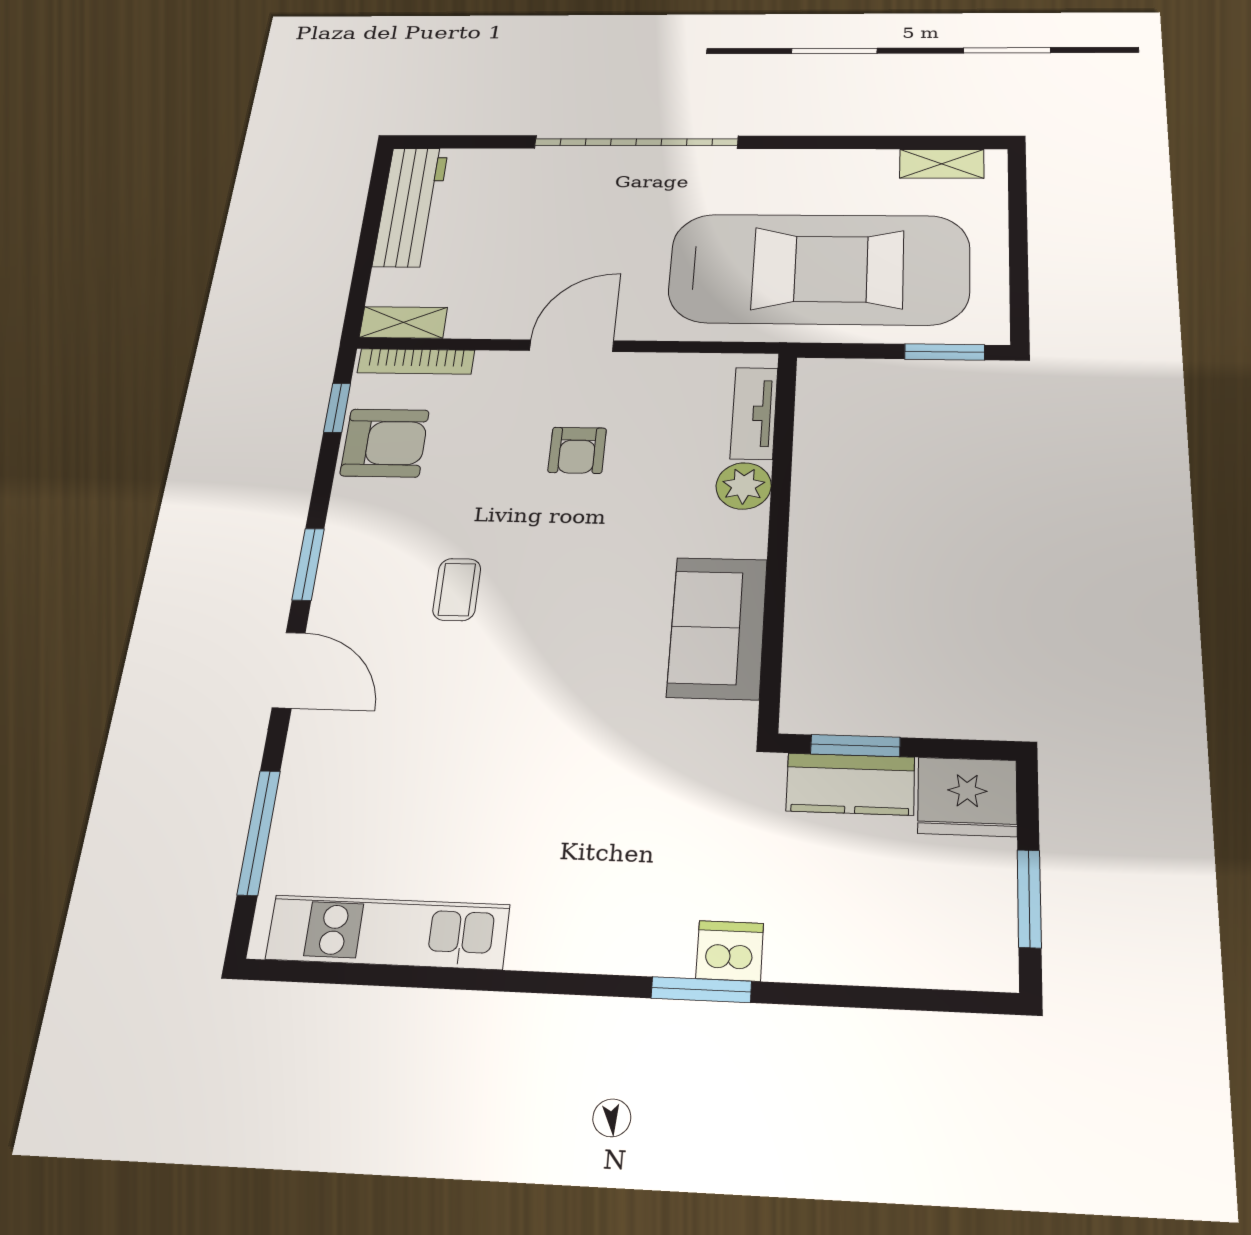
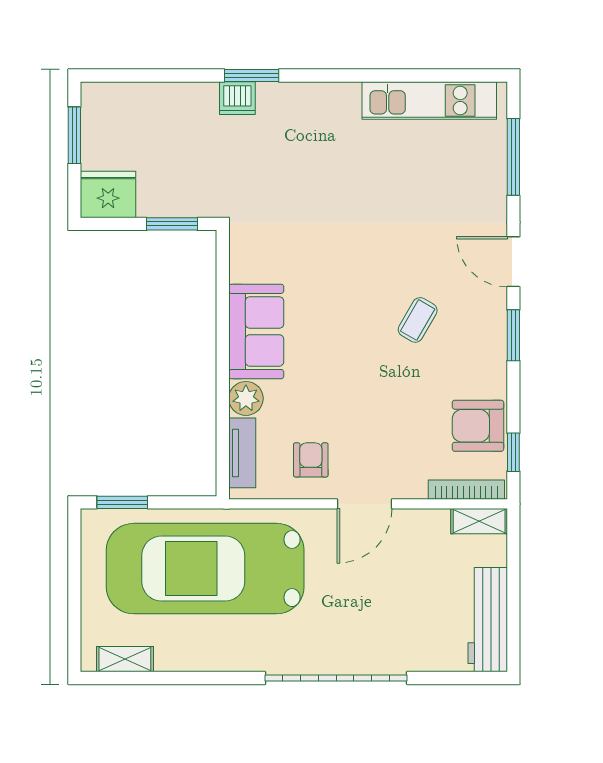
armchair: (577, 450) -> (311, 460), moved
coffee table: (457, 589) -> (418, 320), turned 30
sofa: (717, 628) -> (256, 331), moved
kitchen counter: (850, 784) -> (174, 200), removed

